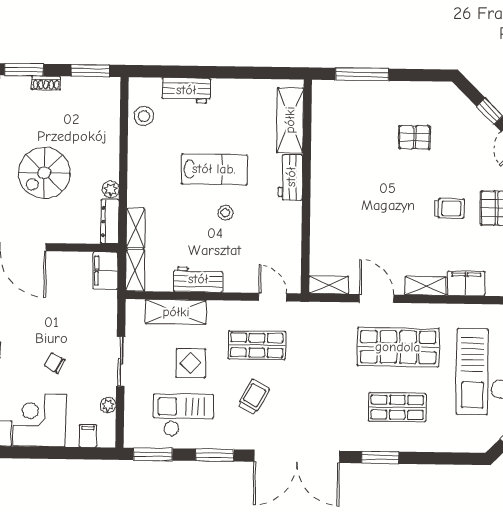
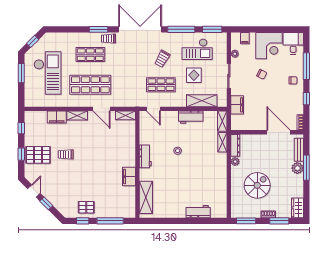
window: (417, 75) -> (83, 221), added
stool: (144, 116) -> (219, 198), removed
pallet: (415, 137) -> (86, 207), moved
filing cabinet: (323, 163) -> (129, 176), added
lab bench: (214, 169) -> (183, 172), removed
spiral stairs: (44, 173) -> (257, 185), moved
workbench: (291, 177) -> (145, 156), moved
filing cabinet: (105, 271) -> (237, 105), moved
trolley: (361, 439) -> (108, 39), added
window: (215, 455) -> (181, 29), width x1.44

